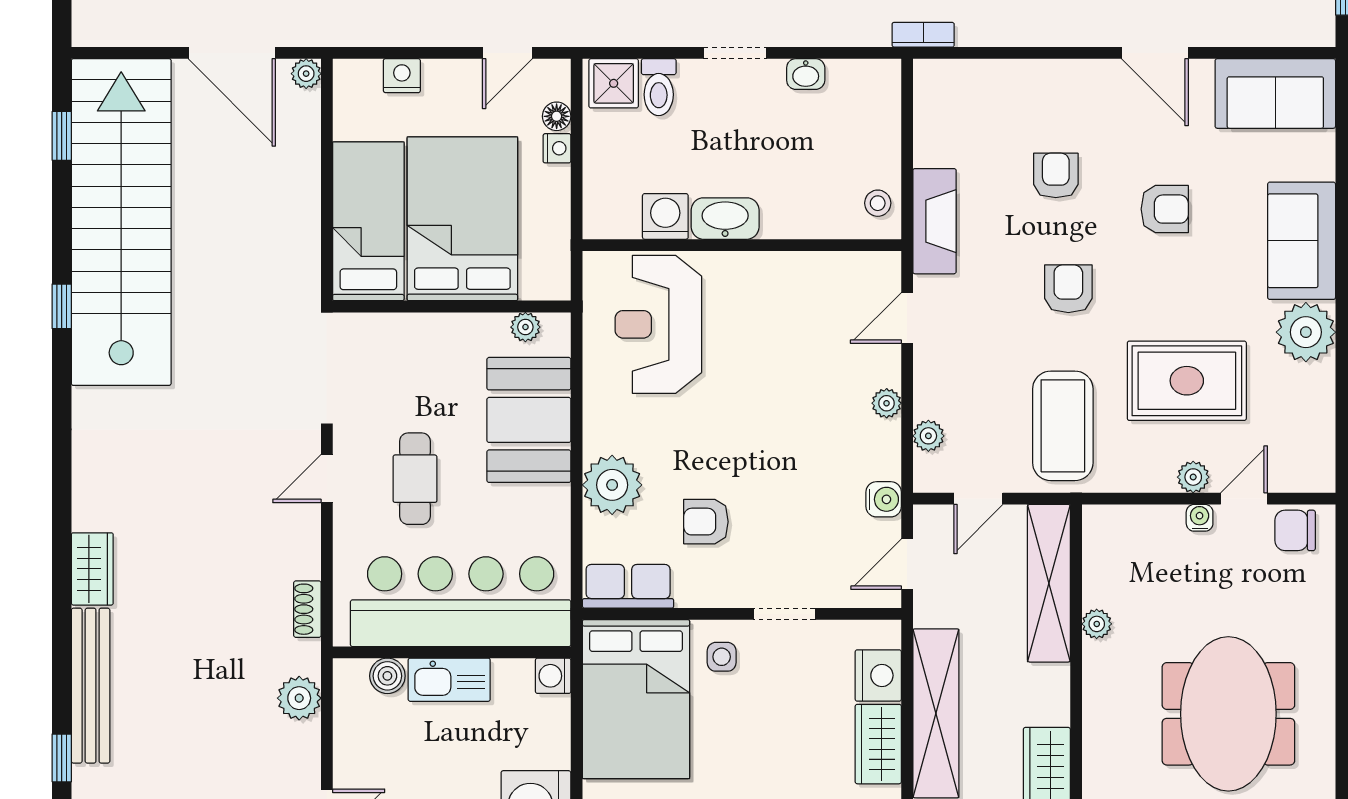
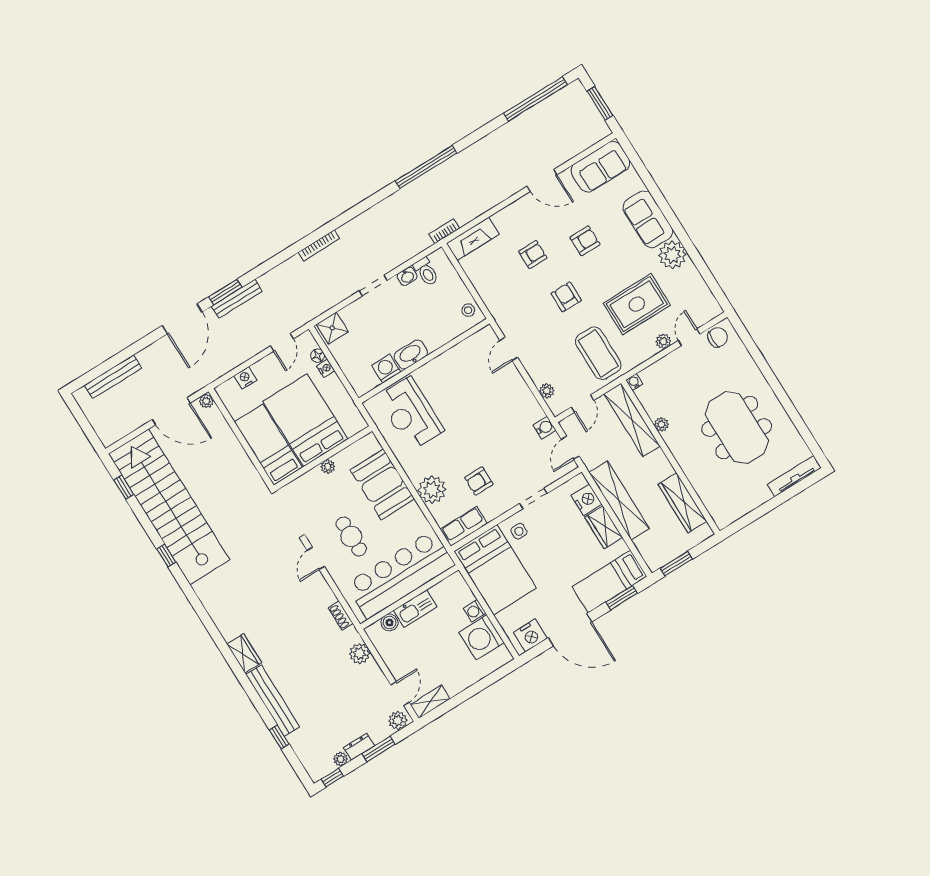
toilet: (659, 87) -> (426, 272), moved
armchair: (1056, 175) -> (533, 255), turned 90
fireplace: (934, 221) -> (473, 239), moved, turned 90
plant: (525, 327) -> (328, 467), moved
plant: (887, 403) -> (522, 388), removed
water cooler: (1200, 518) -> (634, 382), moved
chair: (1295, 530) -> (718, 337), turned 180
washing machine: (553, 676) -> (475, 611), moved

